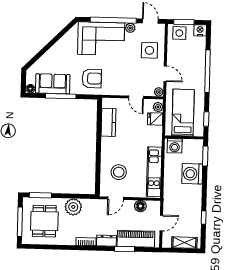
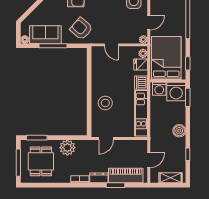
door: (165, 74) -> (149, 23), hinge flipped
armchair: (92, 78) -> (81, 29), turned -139
door: (136, 97) -> (111, 45), moved
bed: (183, 113) -> (166, 58), width x1.50
kitchen counter: (109, 122) -> (98, 69), removed
dishwasher: (155, 139) -> (141, 83), added
stool: (119, 172) -> (105, 103), moved
washing machine: (192, 174) -> (176, 92), moved, turned -90
boiler: (195, 192) -> (179, 131), added
floor lamp: (140, 206) -> (129, 145), removed

